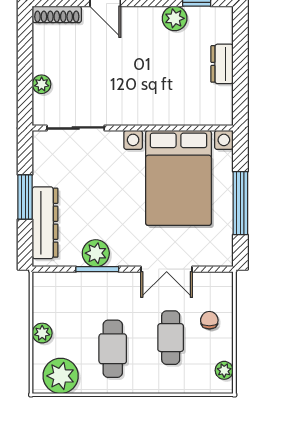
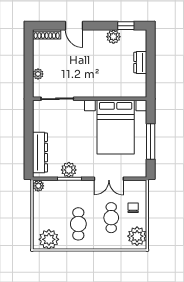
window: (25, 197) -> (29, 138), removed
plant: (42, 333) -> (38, 186), moved
plant: (224, 370) -> (137, 236), width x1.88, depth x1.88

